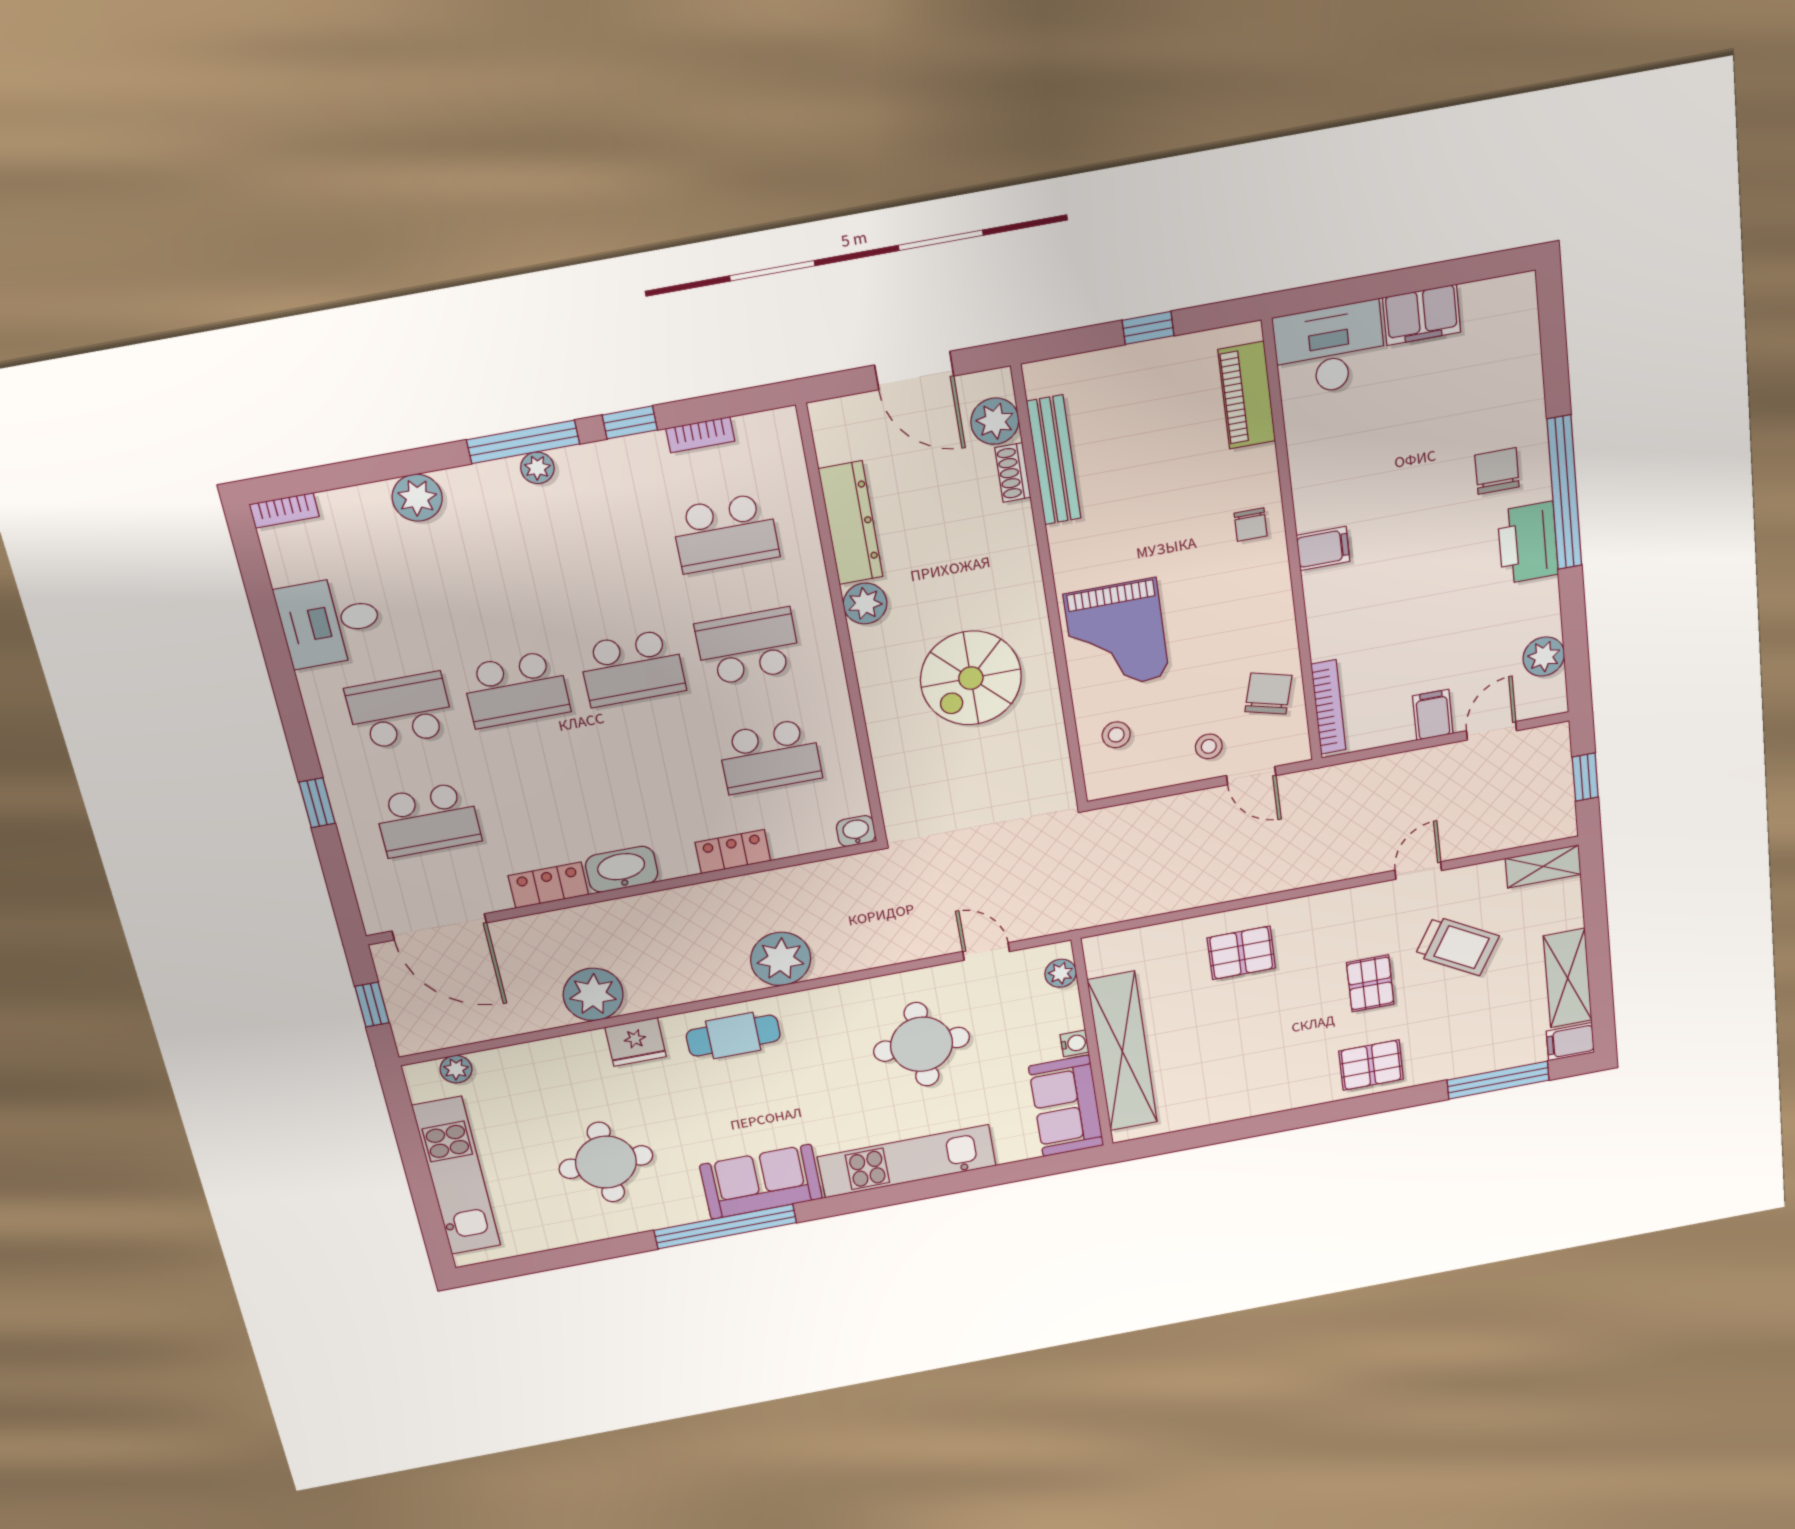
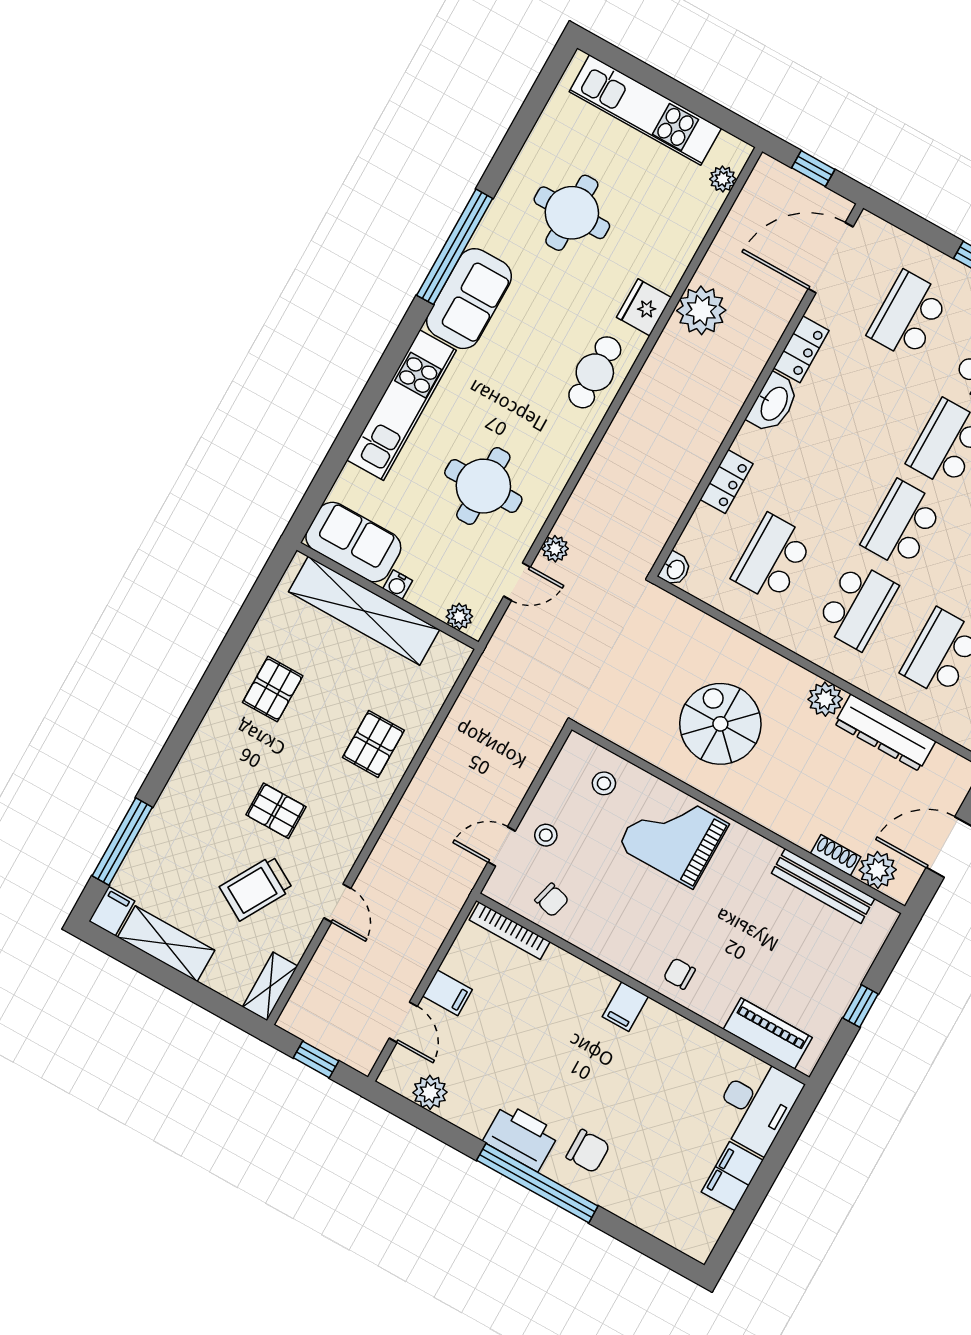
chair: (1268, 694) -> (552, 900), width x0.73, depth x0.73
plant: (781, 959) -> (555, 549), moved, width x0.53, depth x0.53
pallet: (1371, 1065) -> (273, 689), moved

